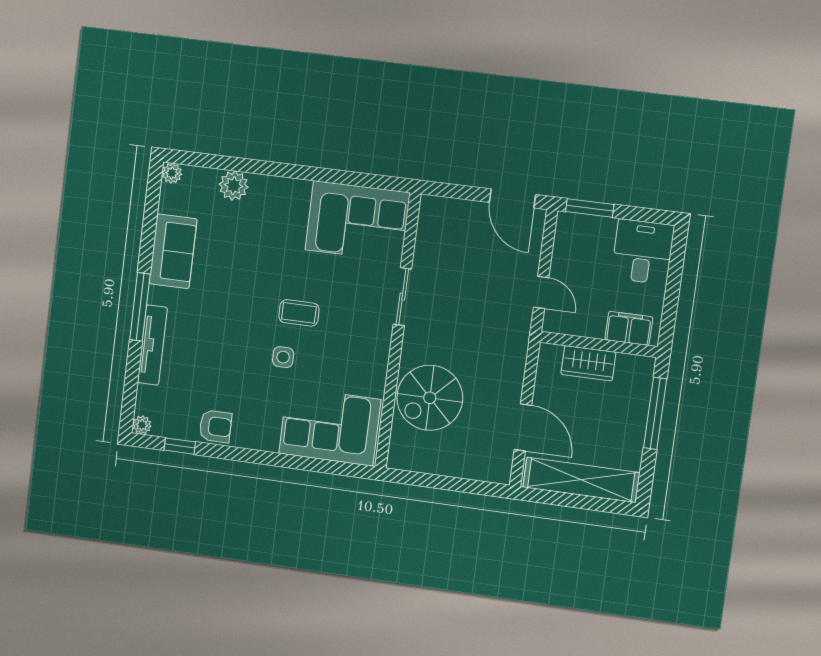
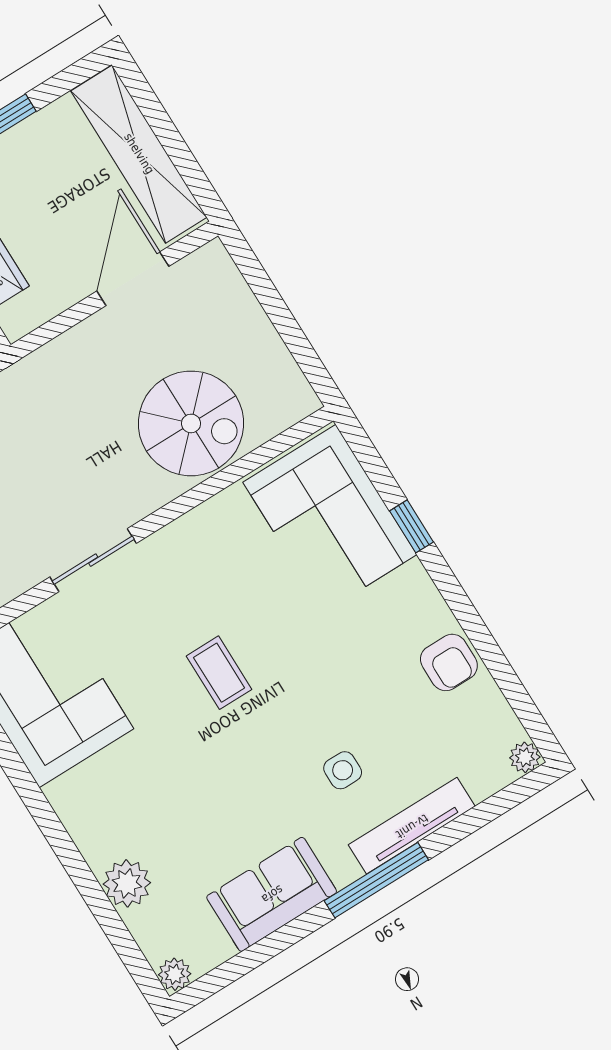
side table: (283, 357) -> (343, 770), moved
armchair: (215, 426) -> (449, 662), turned 180
window: (180, 446) -> (411, 526), moved

